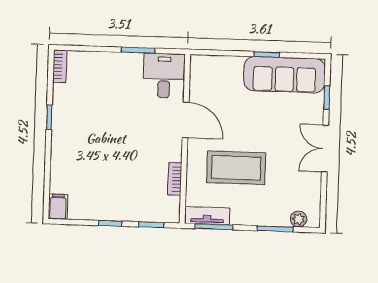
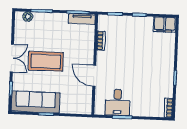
desk: (164, 76) -> (118, 102), moved
coffee table: (236, 168) -> (46, 61), moved
filing cabinet: (58, 207) -> (165, 25), width x2.00

